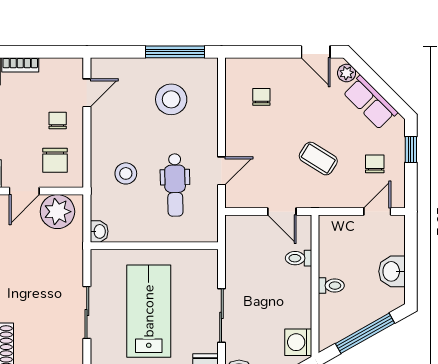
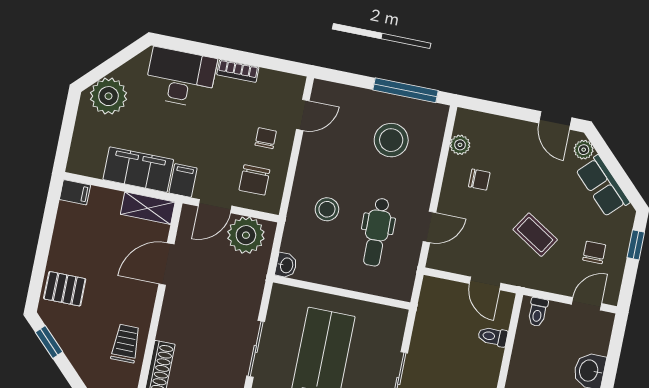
plant: (234, 91) -> (460, 145), added
chair: (261, 97) -> (479, 180), moved, turned 90
toilet: (331, 286) -> (538, 312), moved, turned 90

